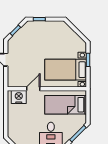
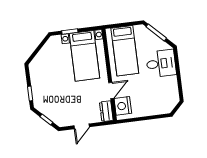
dresser: (16, 82) -> (106, 111), added
door: (33, 89) -> (111, 90), swing flipped

